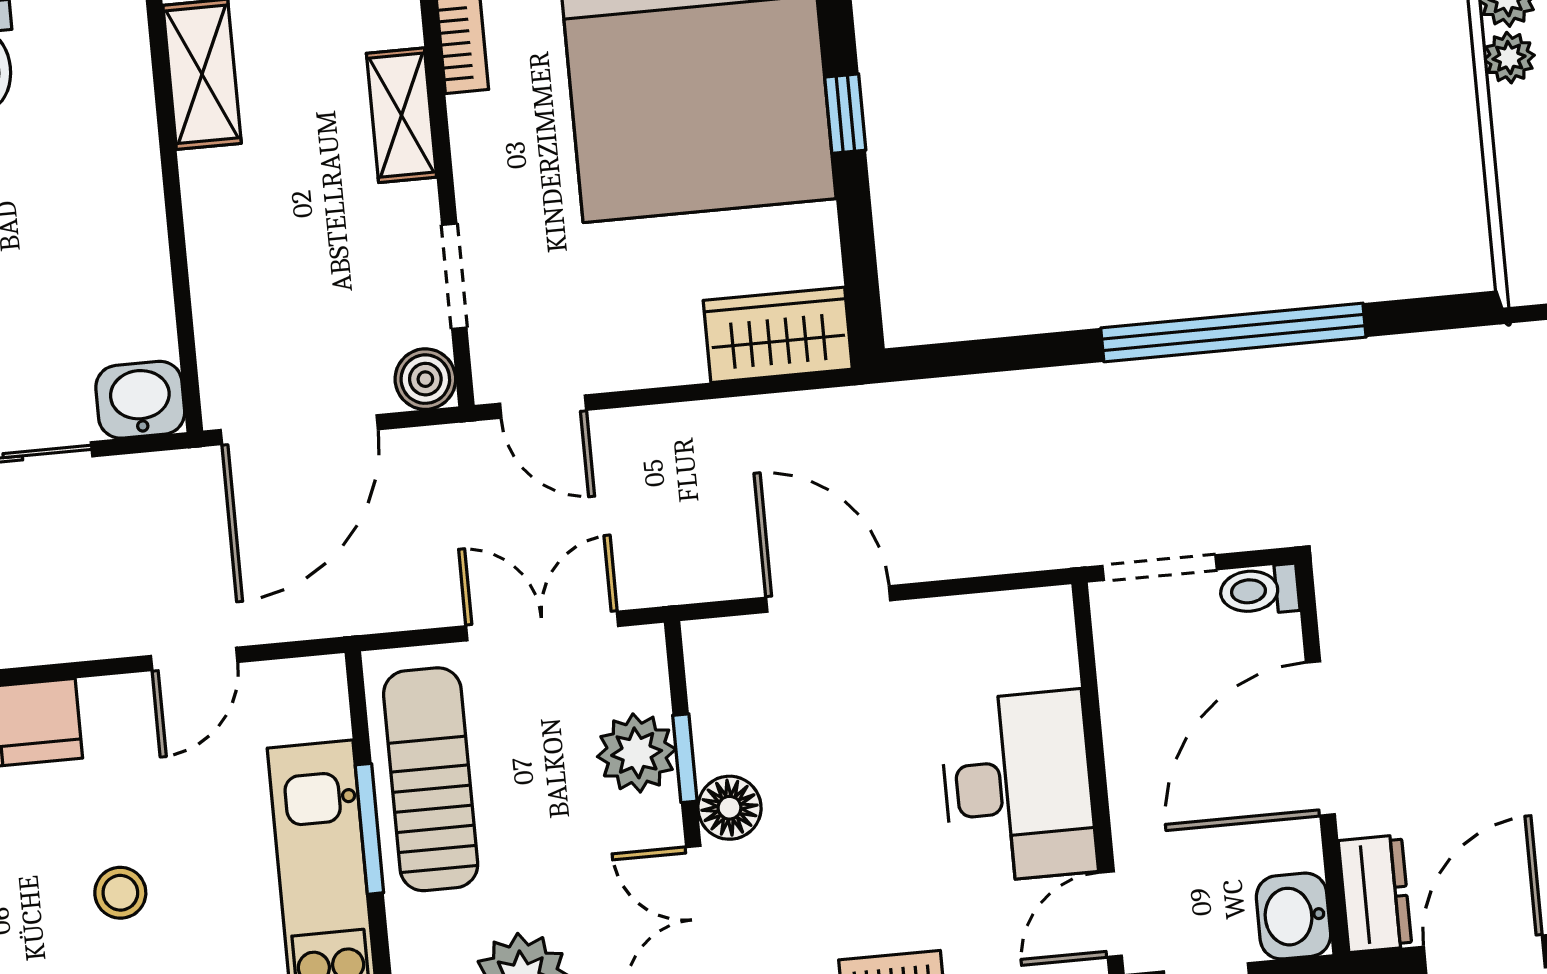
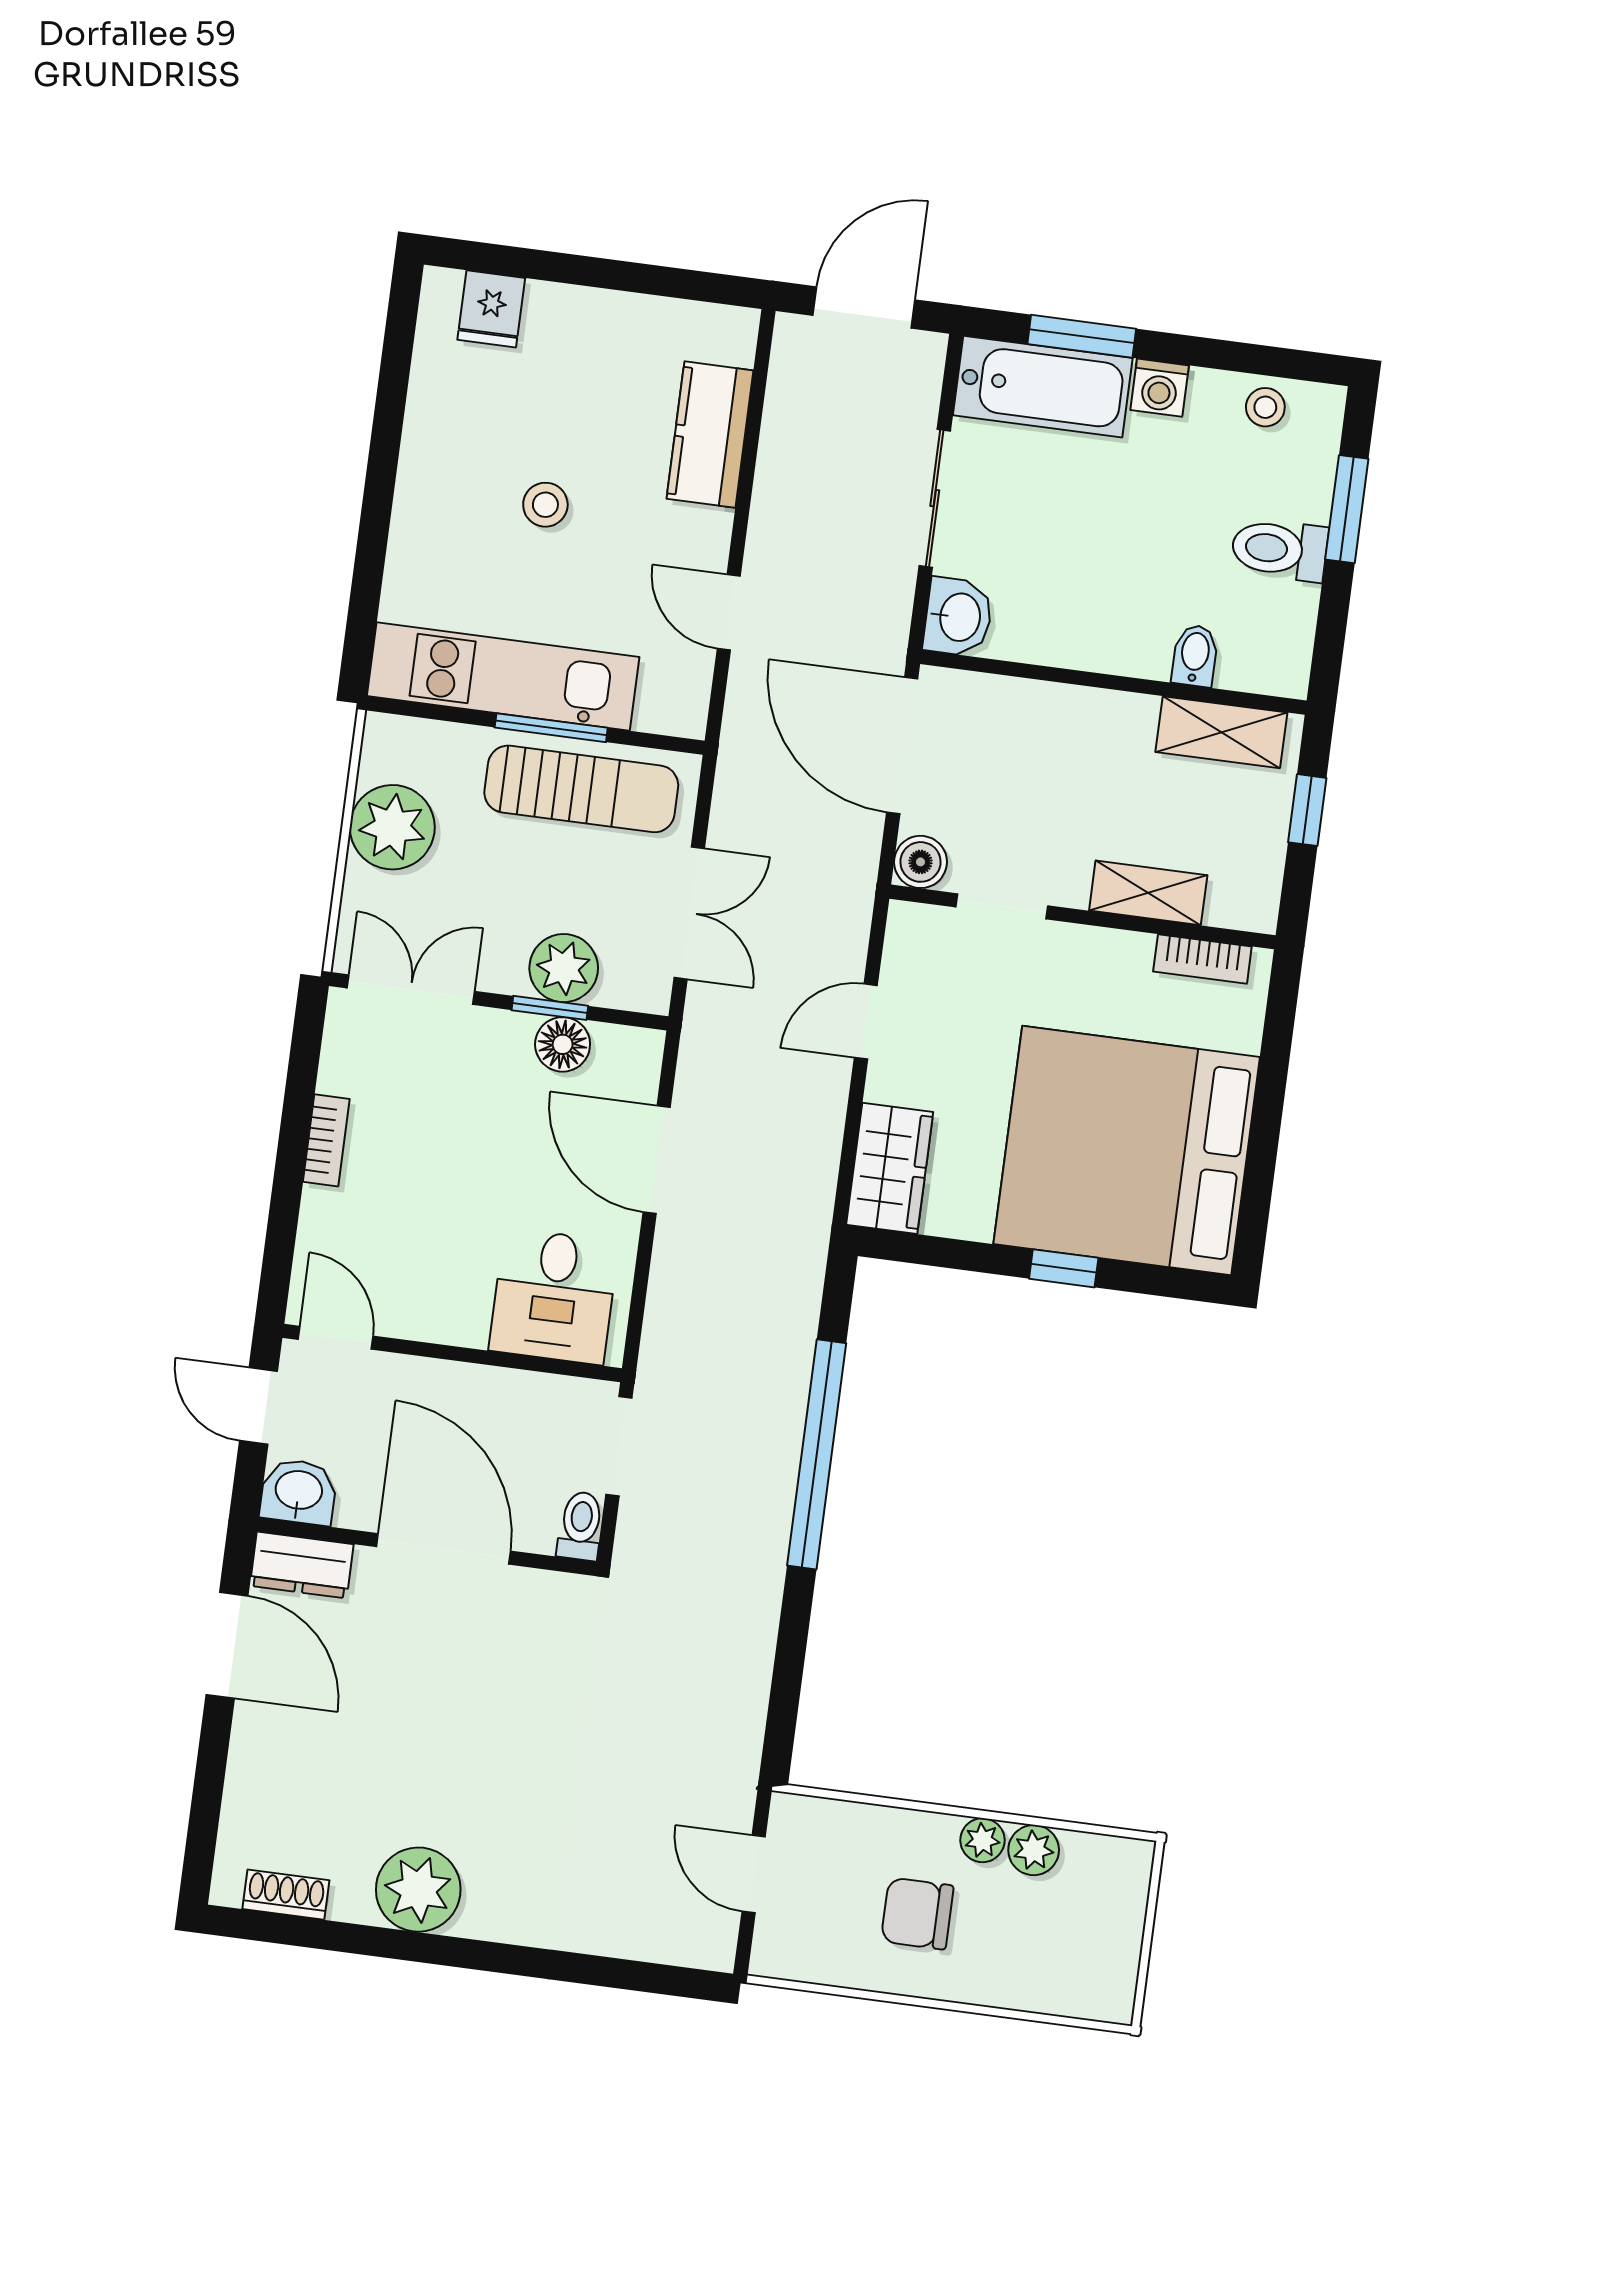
bidet: (123, 124) -> (1195, 656), added
window: (1233, 332) -> (817, 1454), moved
door: (543, 407) -> (866, 1022), moved
door: (828, 599) -> (657, 1160), swing flipped
desk: (1018, 787) -> (554, 1296), moved, width x0.73
floor lamp: (730, 808) -> (563, 1044), moved

